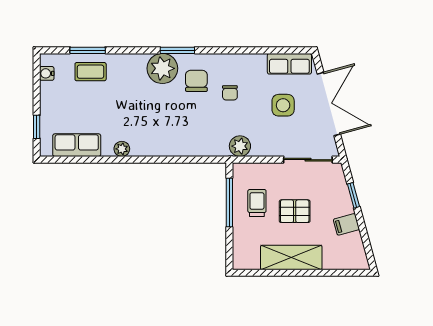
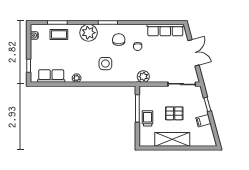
row of seats: (289, 64) -> (165, 30), width x1.48
plant: (162, 68) -> (89, 33), moved
double door: (329, 104) -> (193, 53), width x0.73
side table: (283, 105) -> (105, 64), moved
trolley: (257, 203) -> (148, 118), moved

